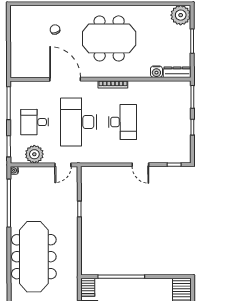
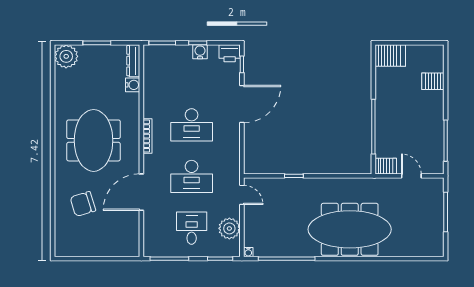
chair: (55, 29) -> (83, 204), width x1.87, depth x1.87
desk: (35, 122) -> (192, 228), turned 180
desk: (79, 122) -> (192, 176), width x0.73, depth x0.77
desk: (122, 122) -> (192, 125), turned 180
water cooler: (185, 129) -> (200, 52), added
printer: (184, 154) -> (230, 53), added
door: (140, 165) -> (242, 104), width x1.88

